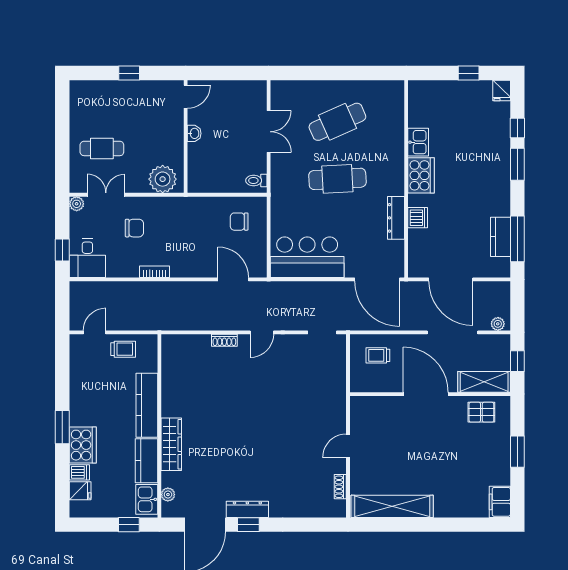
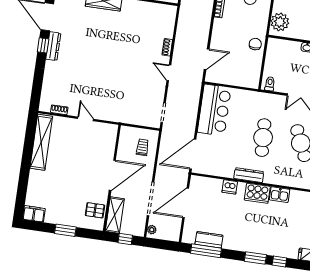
dresser: (396, 218) -> (249, 175), moved
chair: (239, 222) -> (255, 44), moved
pallet: (481, 412) -> (95, 210), turned 90

